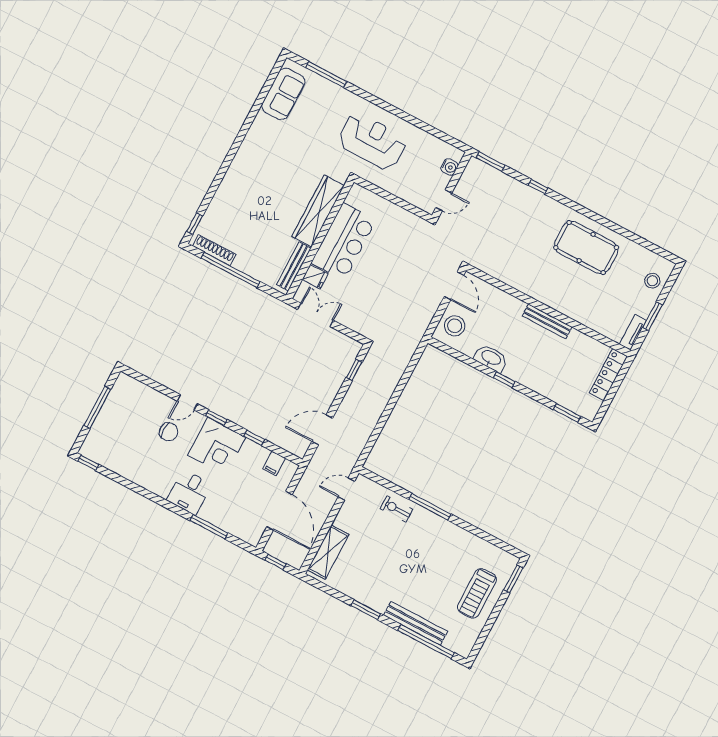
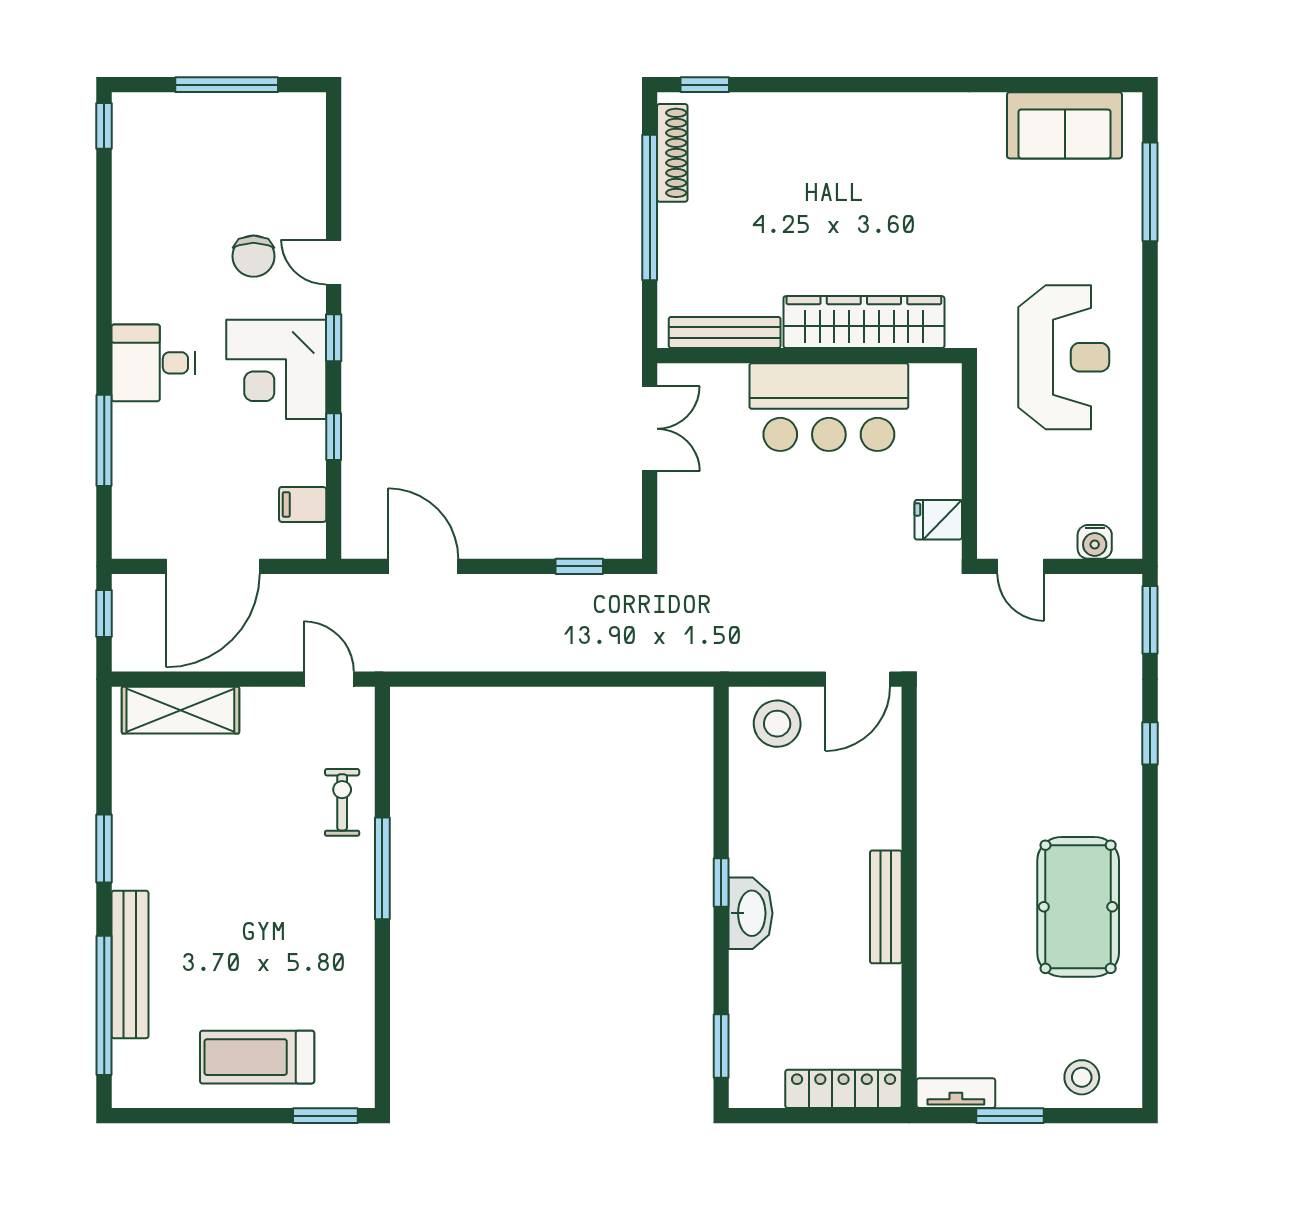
fridge: (315, 277) -> (938, 520), moved, turned 90
washbasin: (491, 358) -> (751, 913), moved

